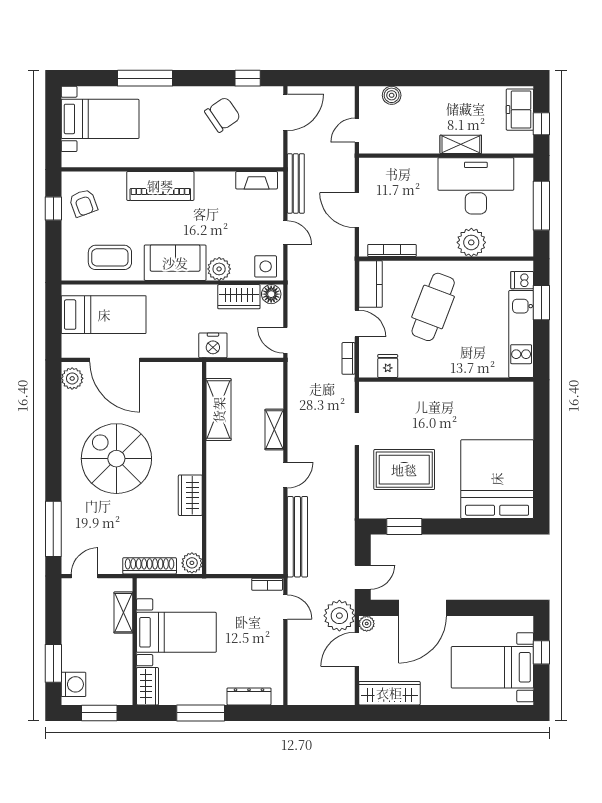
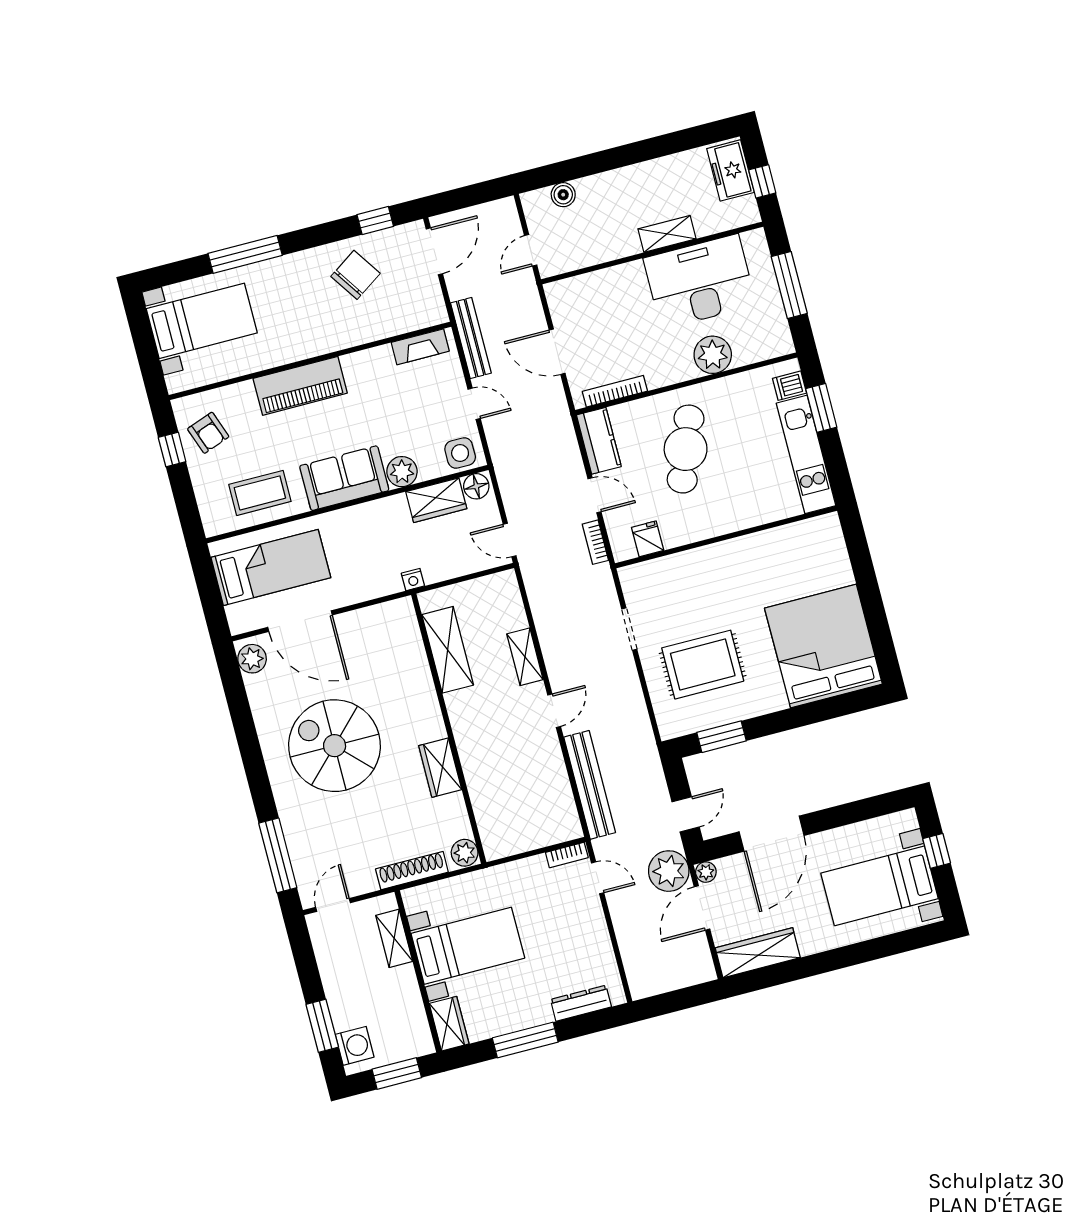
nightstand: (213, 345) -> (413, 580), width x0.53, depth x0.56

